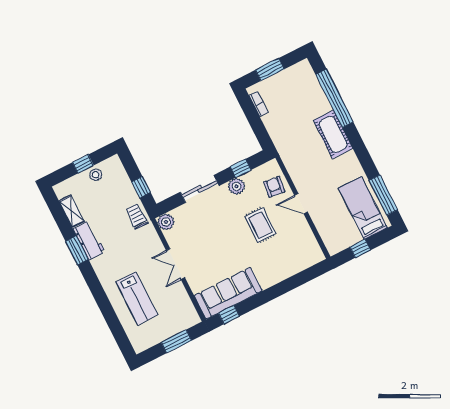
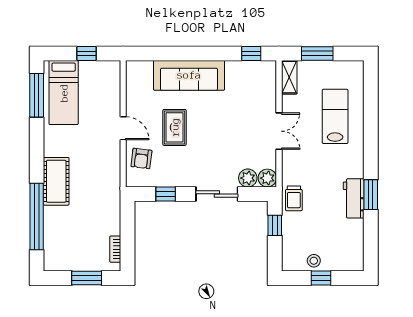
plant: (236, 186) -> (248, 178), moved
shelving: (72, 211) -> (289, 77), moved
sofa: (228, 293) -> (189, 75), moved

